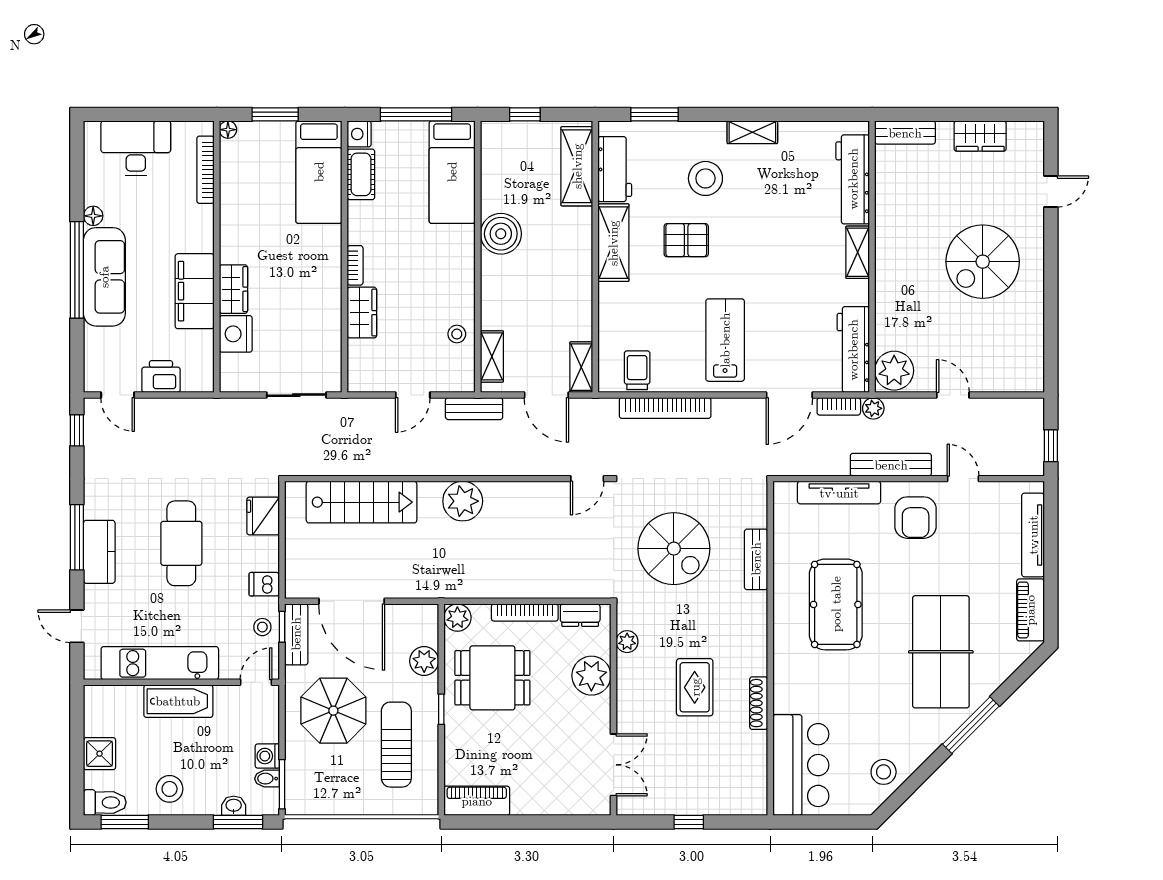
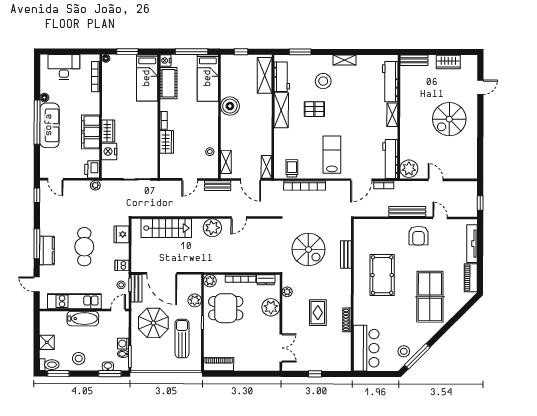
cot: (361, 174) -> (168, 83), width x1.37, depth x1.34
printer: (161, 377) -> (92, 169), moved, turned -90
plant: (873, 408) -> (95, 185), moved
door: (587, 479) -> (239, 218), moved
tv unit: (839, 493) -> (384, 224), removed
window: (971, 725) -> (417, 356), moved

